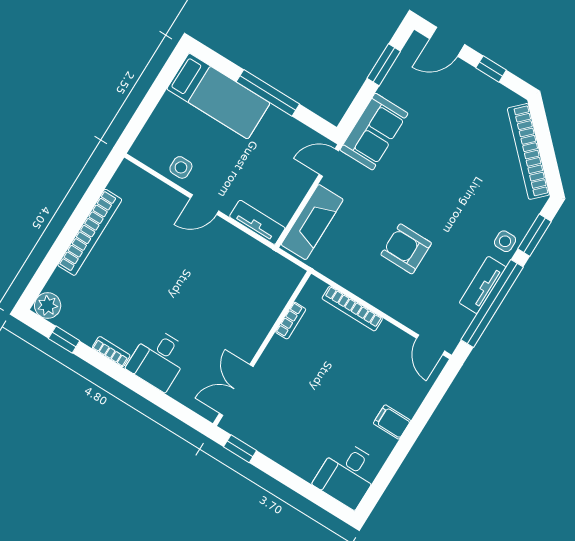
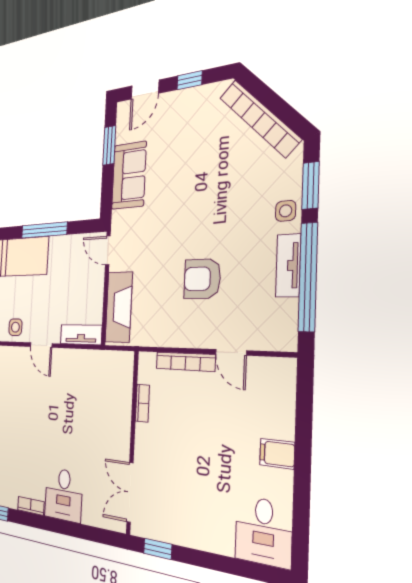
sofa: (374, 132) -> (129, 175), moved
door: (329, 163) -> (108, 250), hinge flipped
door: (205, 205) -> (41, 345), hinge flipped
door: (431, 345) -> (231, 352), moved

